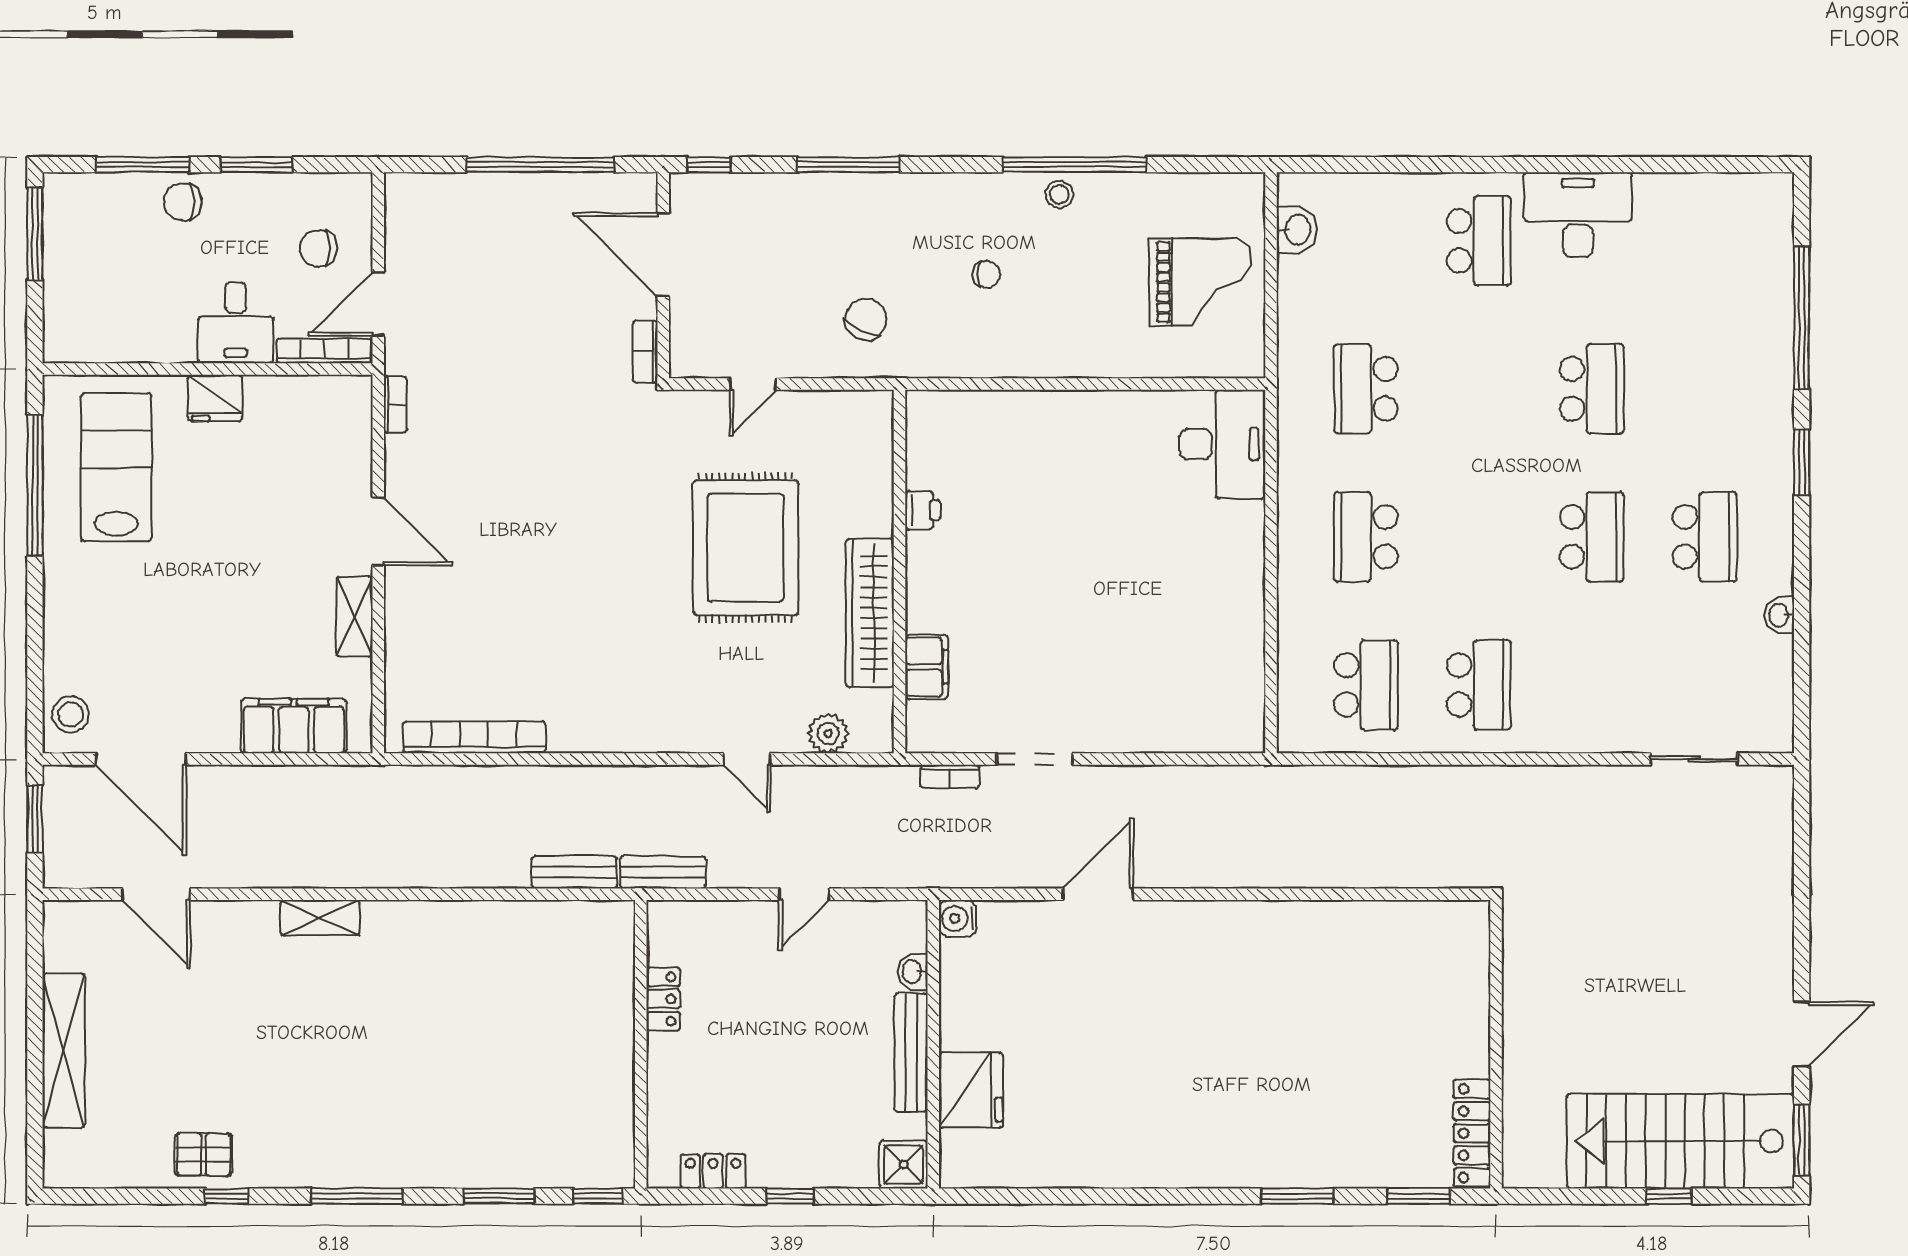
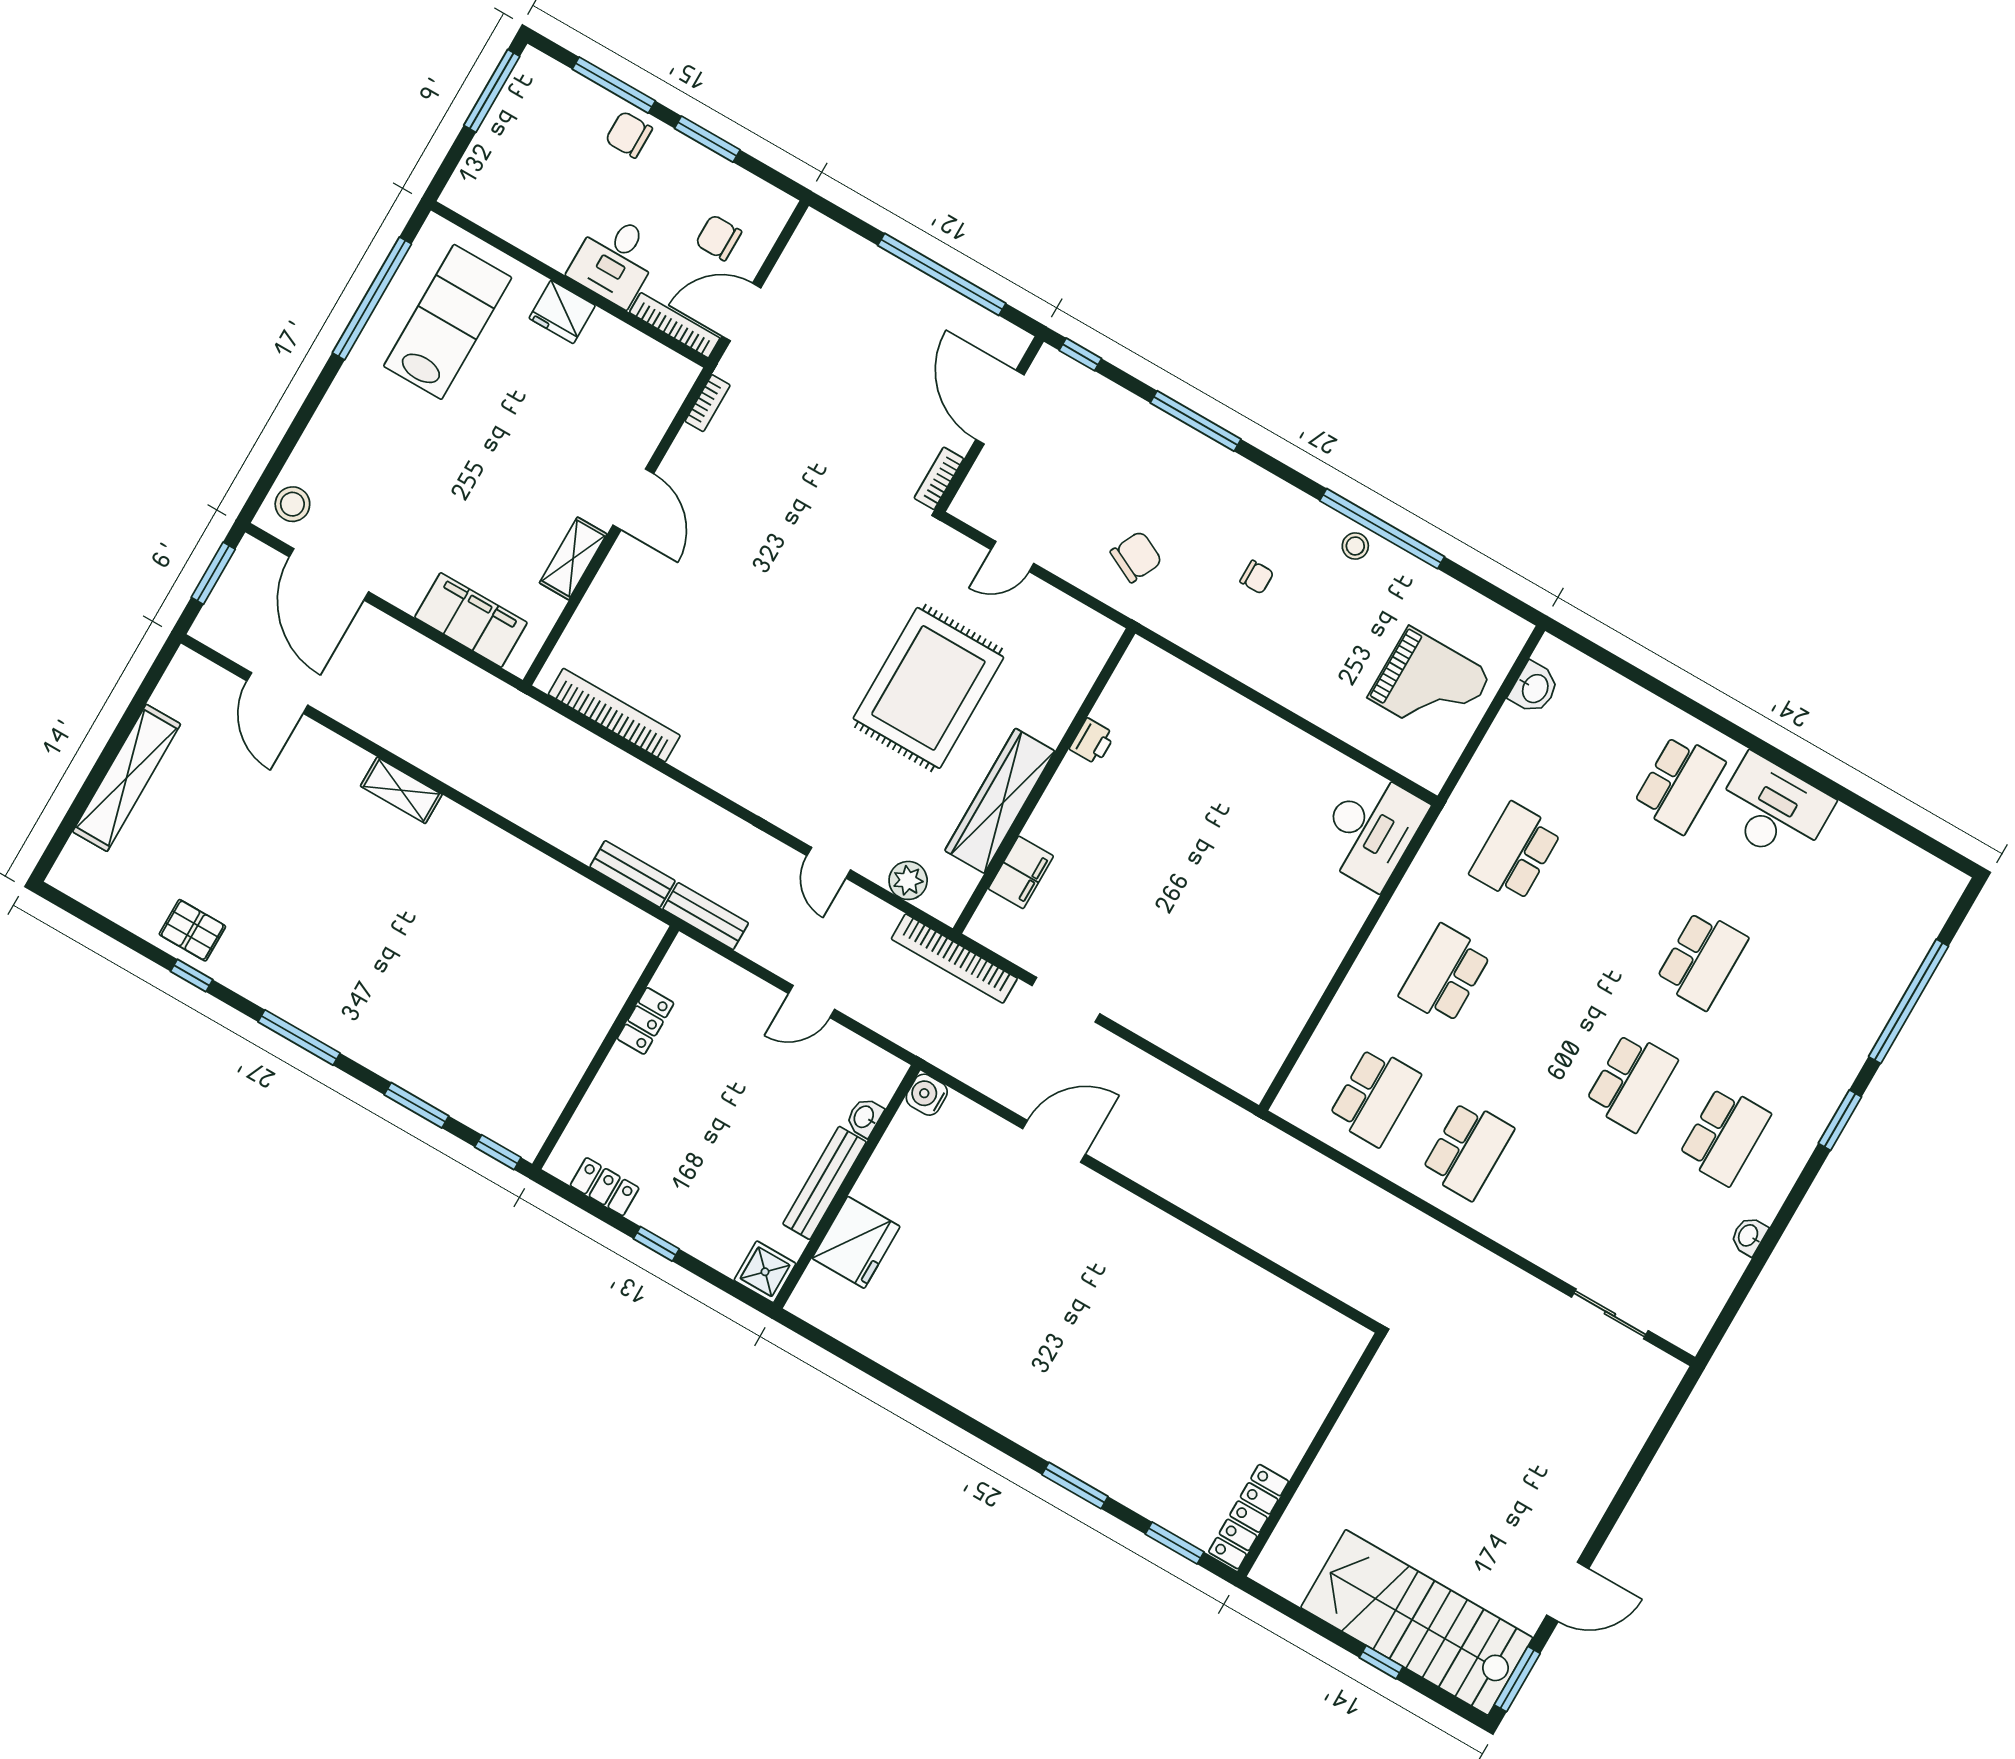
bookcase: (950, 776) -> (954, 959), width x2.31, depth x1.31

